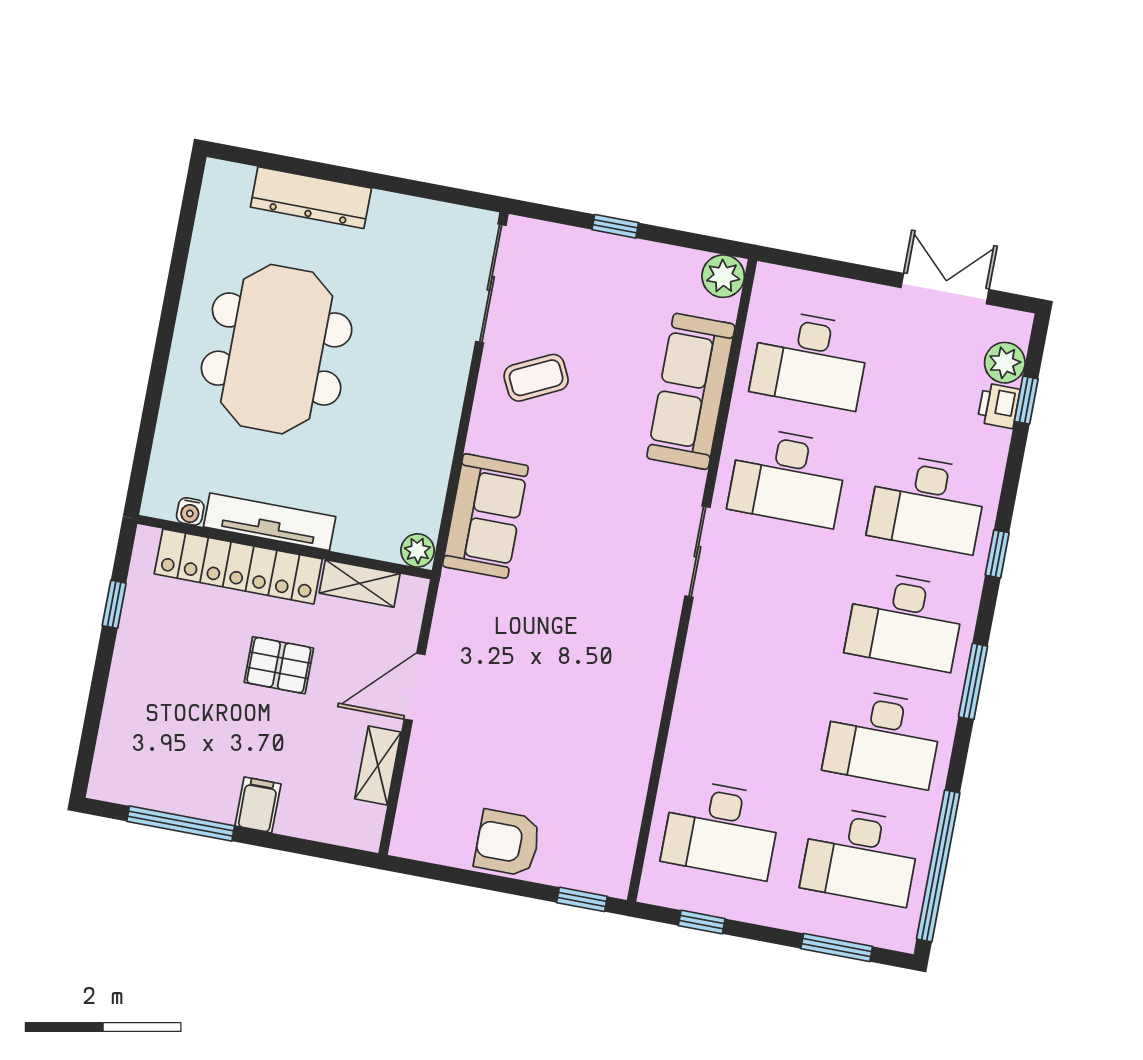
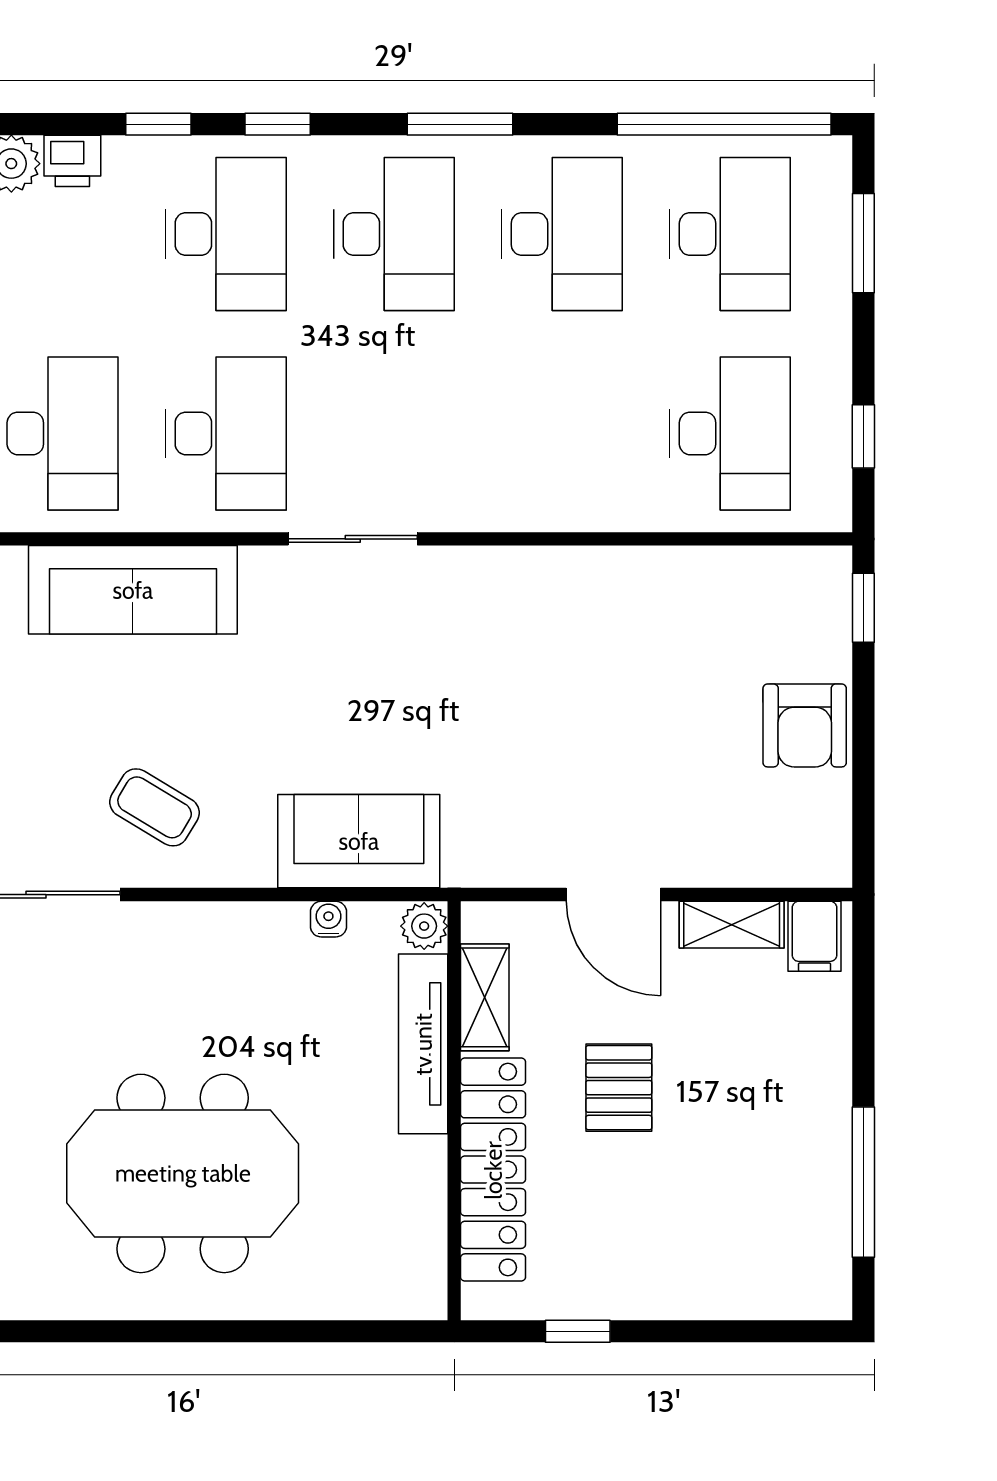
coffee table: (536, 378) -> (155, 807), turned -33
window: (1026, 400) -> (158, 124), moved
water cooler: (190, 511) -> (328, 919), moved, turned -90
tv unit: (270, 522) -> (423, 1044), moved
filing cabinet: (258, 805) -> (814, 936), moved, turned -90

